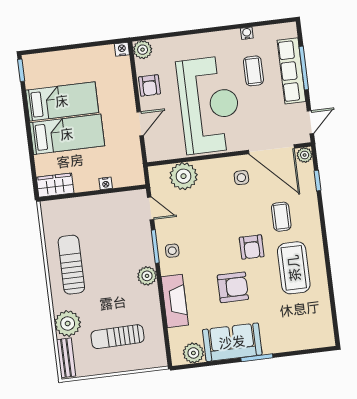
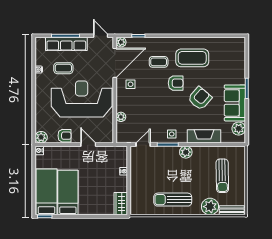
bed: (67, 134) -> (47, 192), moved
plant: (184, 176) -> (121, 117), width x0.53, depth x0.53
armchair: (233, 287) -> (200, 98), turned 41

